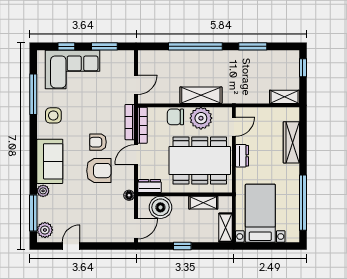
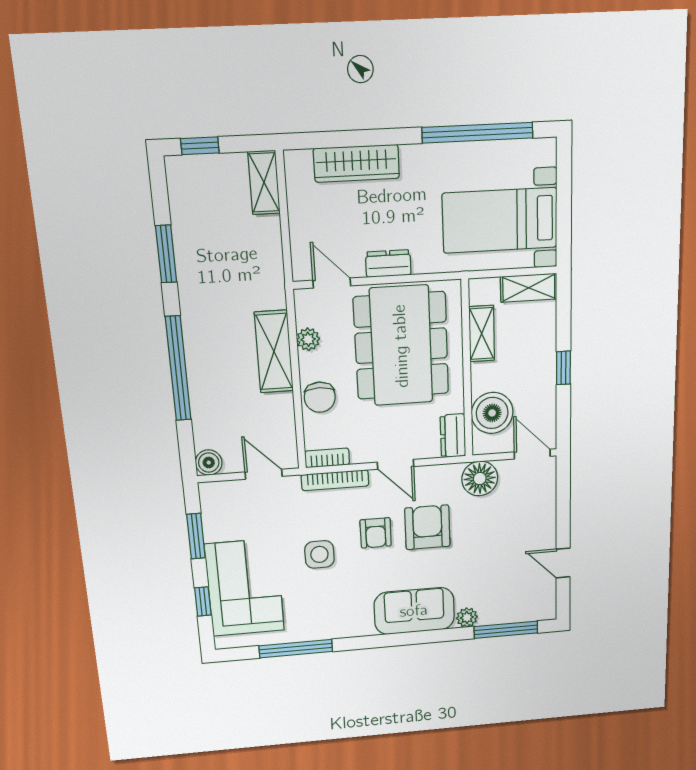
boiler: (145, 57) -> (209, 463), added
side table: (53, 115) -> (319, 554), moved
plant: (201, 118) -> (308, 339), width x0.53, depth x0.53
bookcase: (142, 125) -> (327, 458), width x0.64
floor lamp: (129, 195) -> (480, 479), width x1.89, depth x1.89
plant: (45, 230) -> (535, 608), removed

